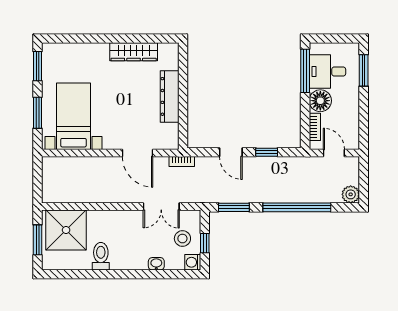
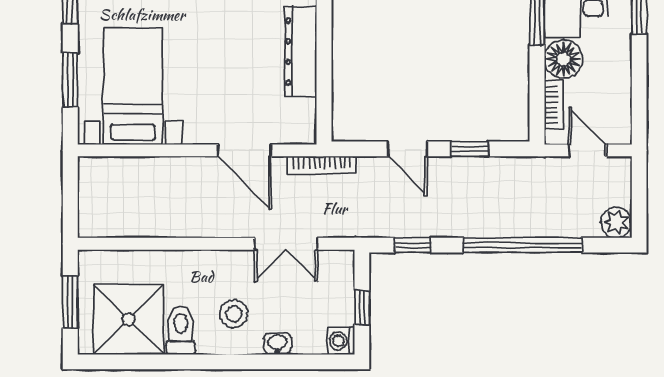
bookcase: (182, 161) -> (322, 165), width x1.56
window: (234, 207) -> (413, 245), width x0.67
shower: (66, 230) -> (128, 320), moved
stool: (182, 239) -> (234, 314), moved

